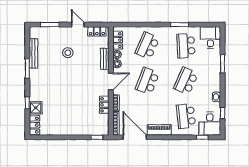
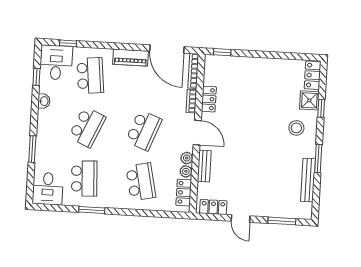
school desk: (147, 46) -> (141, 182), turned -36
stool: (68, 53) -> (296, 128), moved
door: (111, 81) -> (197, 133), swing flipped

